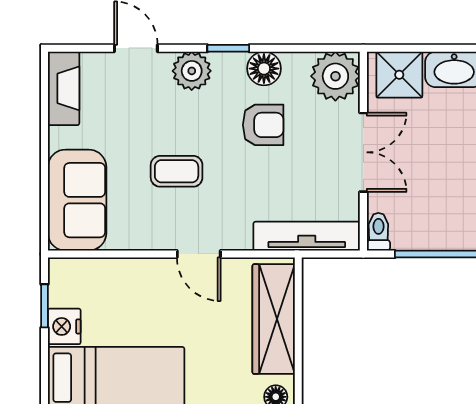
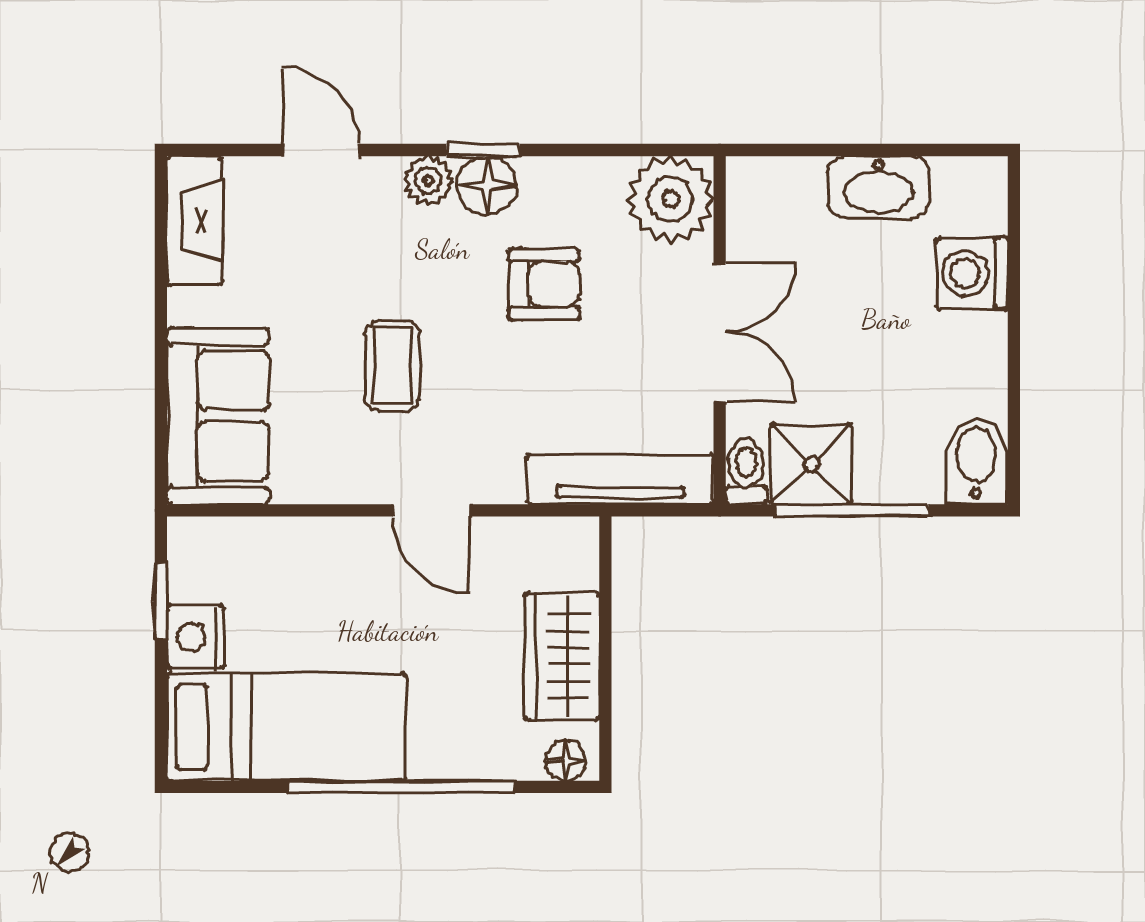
floor lamp: (264, 69) -> (487, 186), moved
plant: (192, 71) -> (428, 181), width x0.73, depth x0.73
shower: (399, 75) -> (811, 464), moved
coffee table: (177, 171) -> (392, 366), turned 90
wardrobe: (274, 319) -> (562, 656), width x0.67

